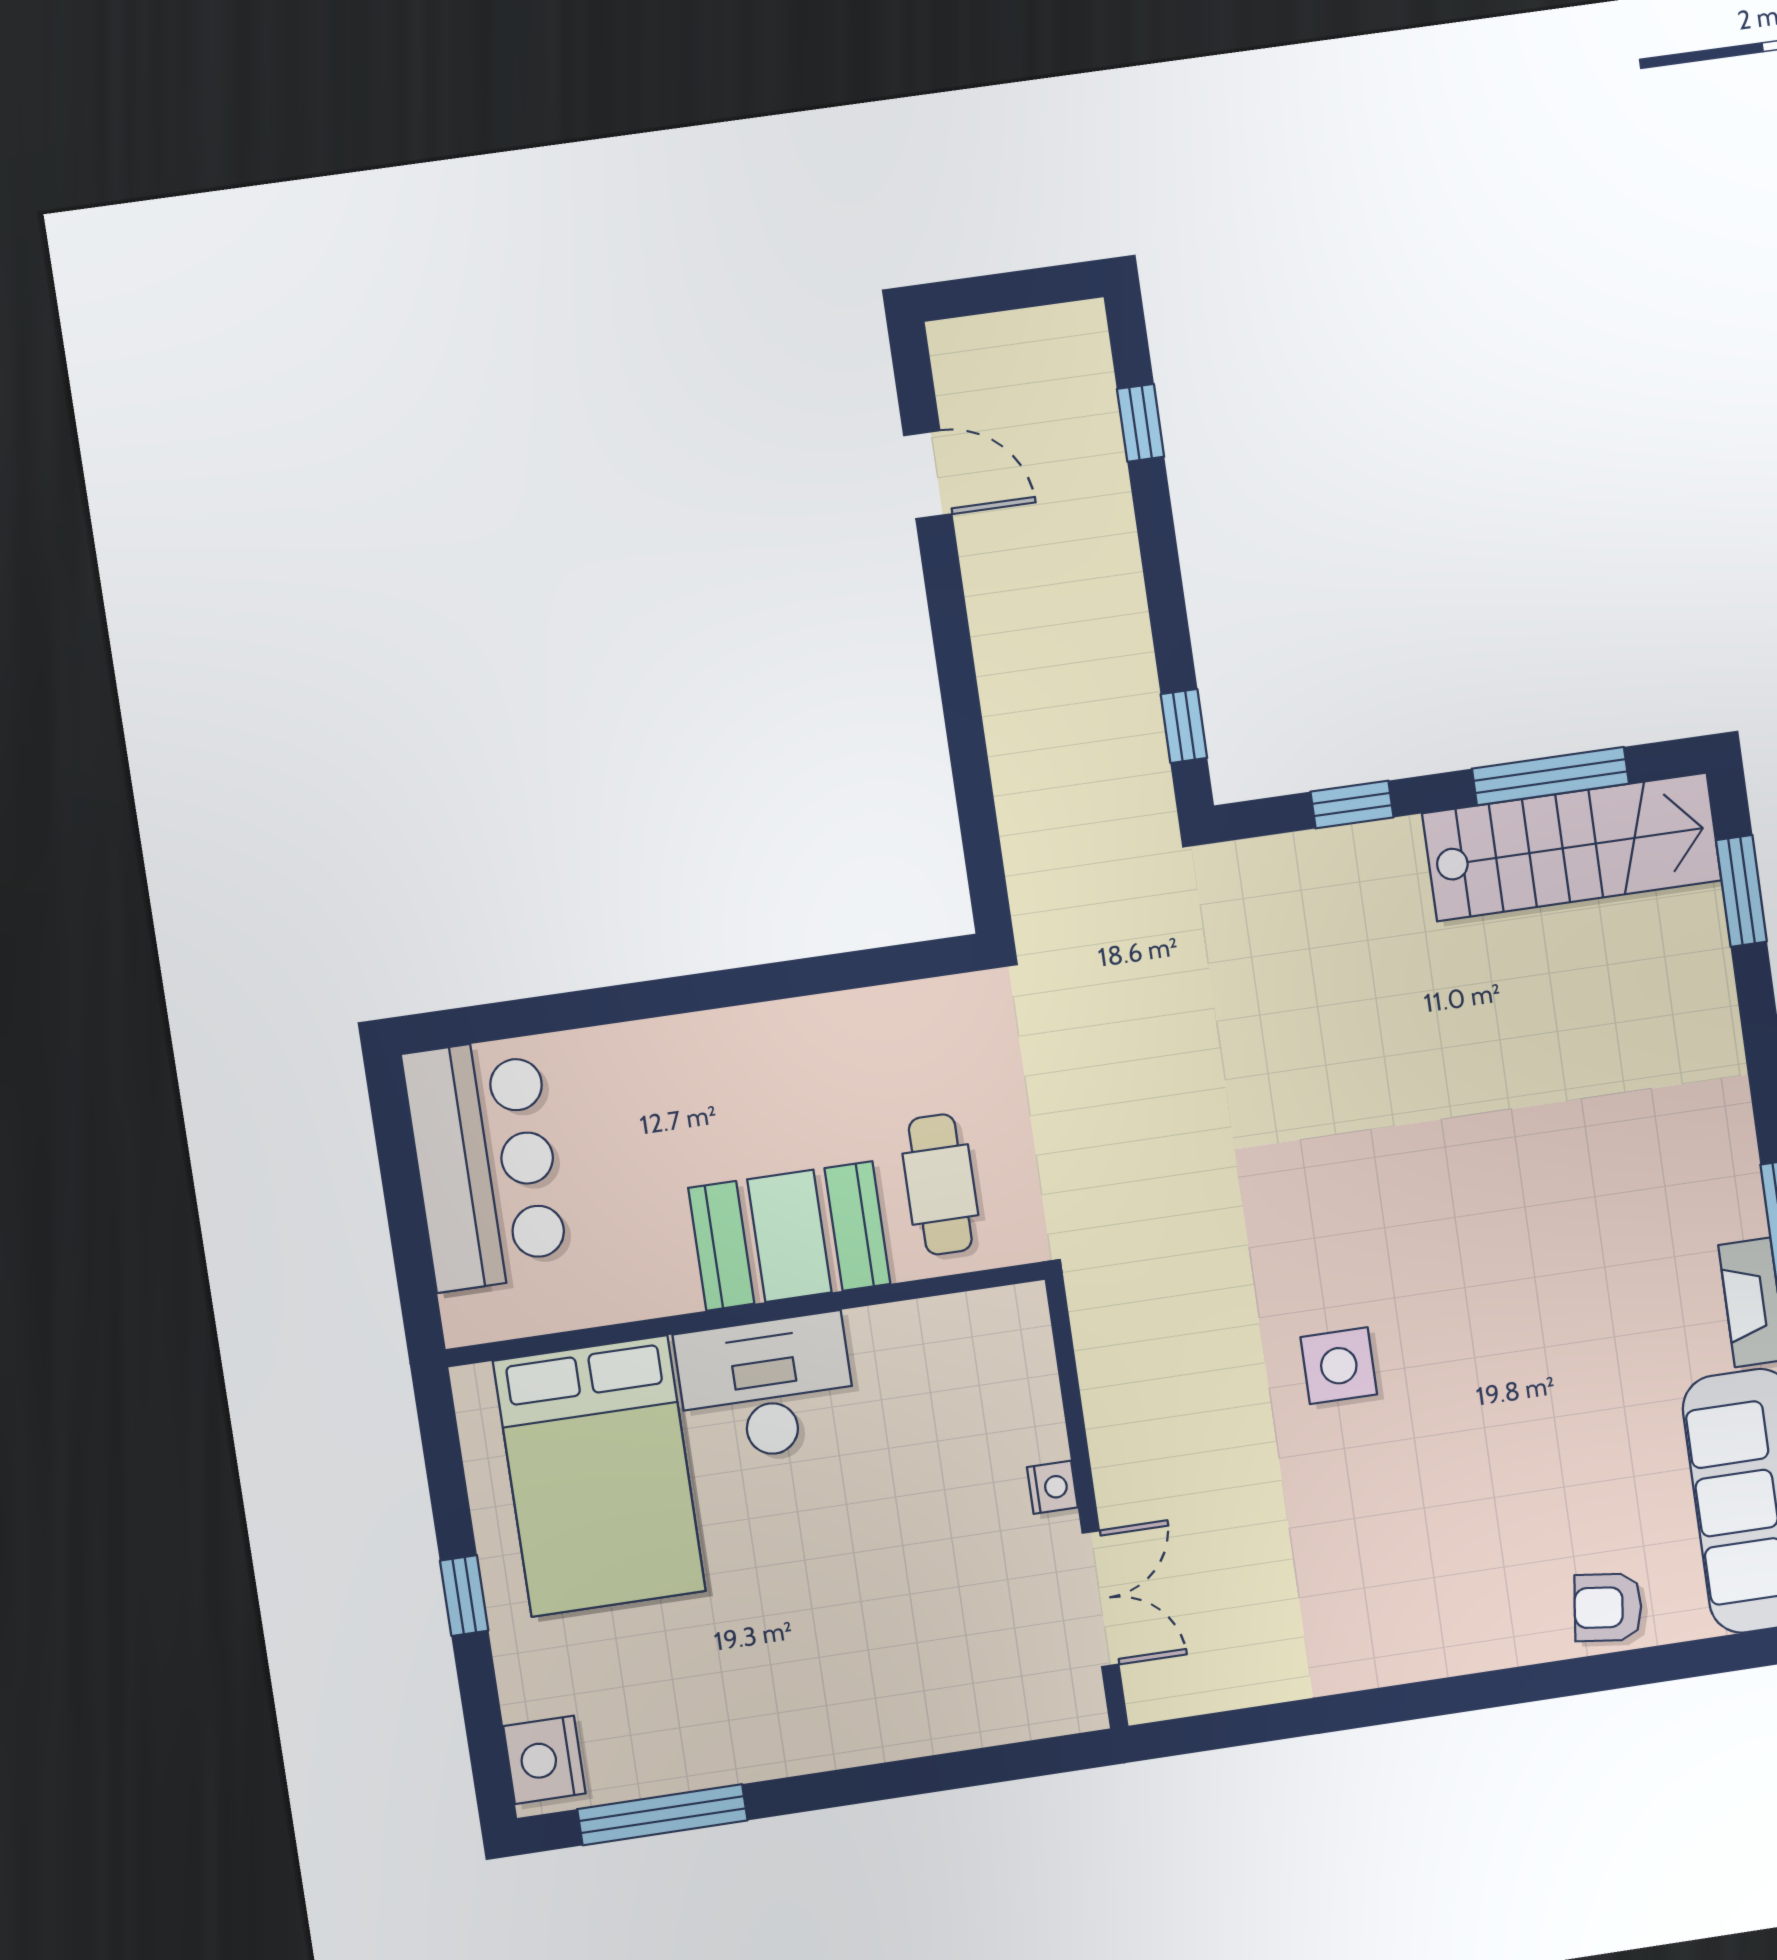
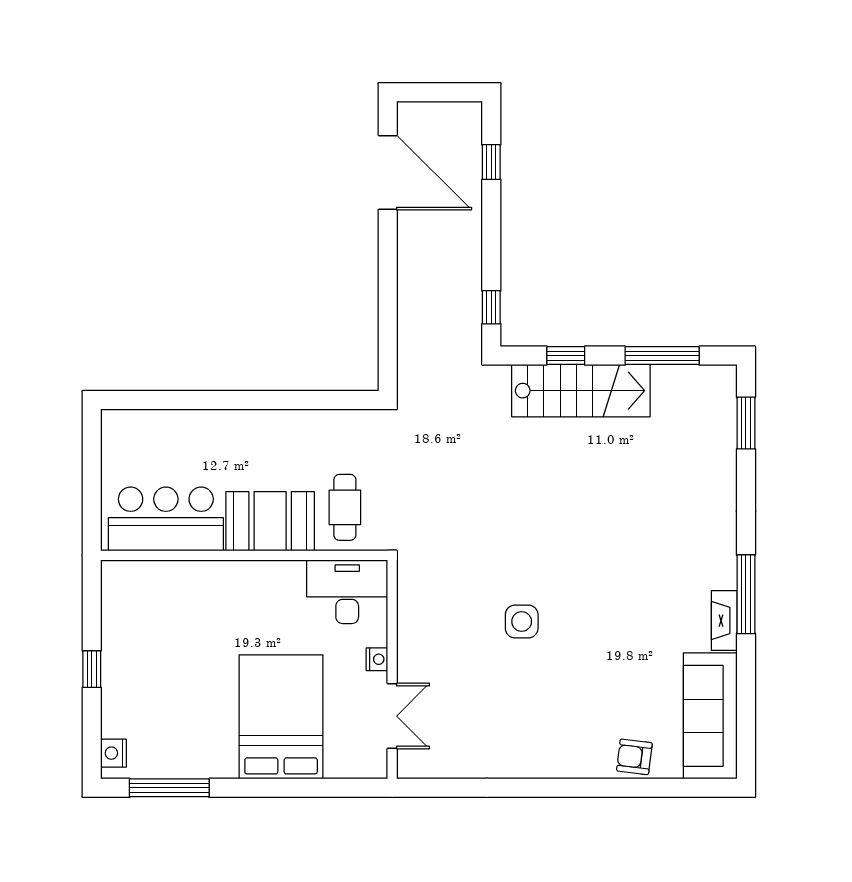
door: (928, 475) -> (388, 173), width x1.88
stairs: (1572, 847) -> (581, 391), moved
bar counter: (486, 1164) -> (166, 519), moved, turned -90
desk: (766, 1388) -> (347, 592), moved
bed: (599, 1476) -> (281, 717), moved, turned 180
nightstand: (544, 1760) -> (113, 753), width x0.74, depth x0.75

